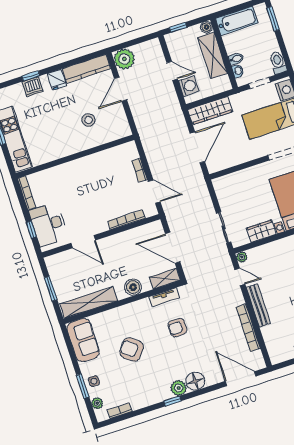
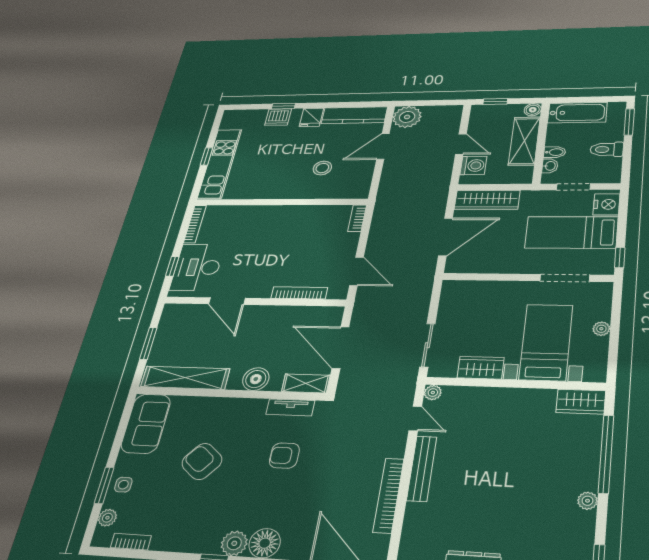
toilet: (278, 63) -> (607, 149), moved, turned -90
bookcase: (139, 170) -> (357, 218), moved

